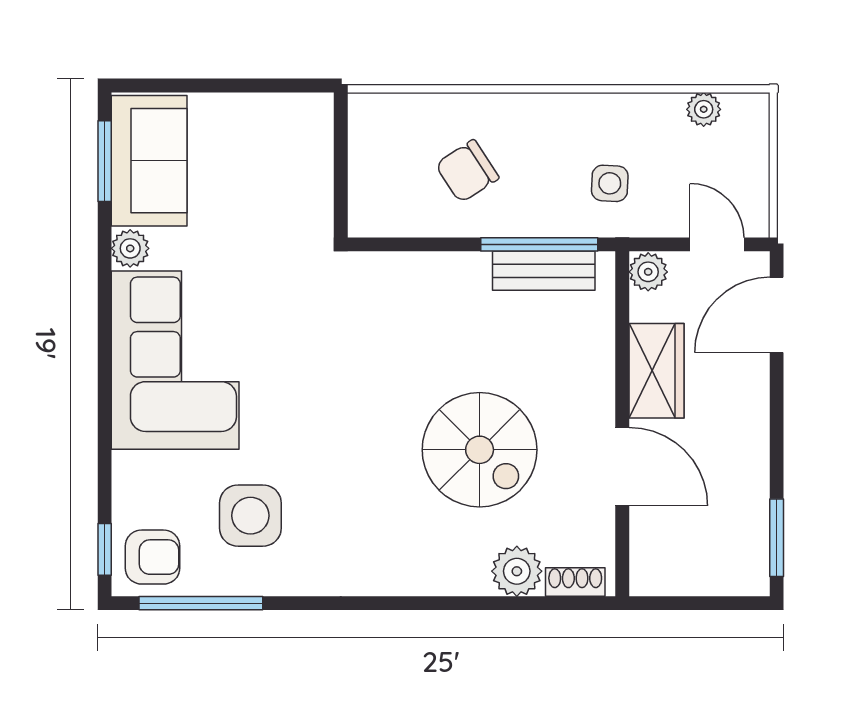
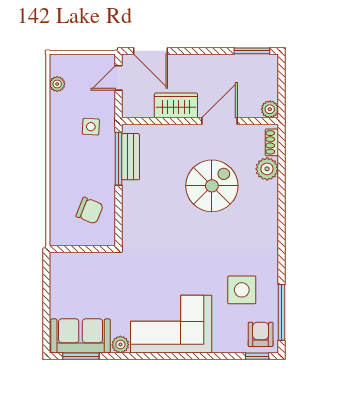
chair: (467, 171) -> (90, 211), moved, turned -35
plant: (648, 272) -> (270, 109), moved

